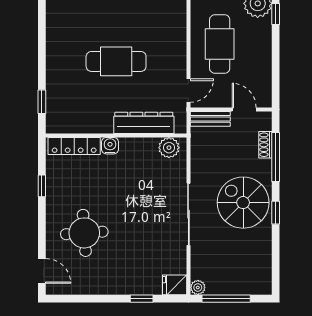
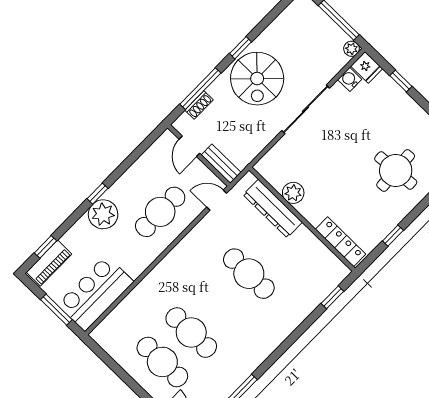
water cooler: (110, 146) -> (350, 79), moved, turned 90
plant: (169, 148) -> (293, 193), moved

